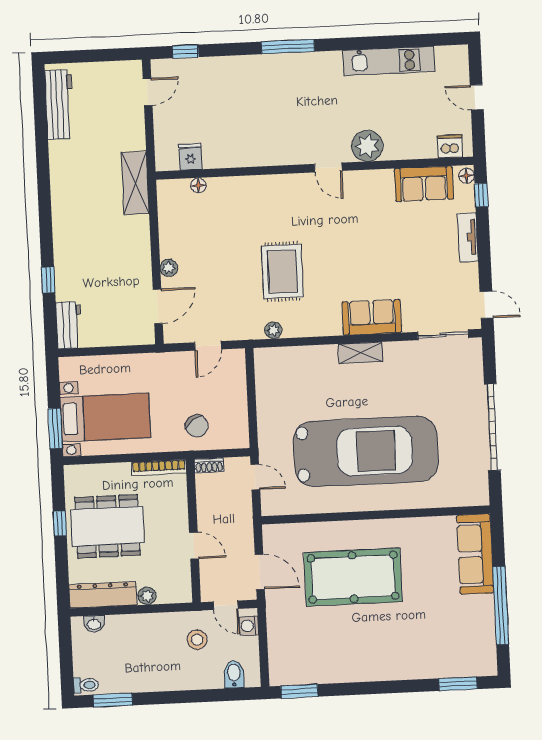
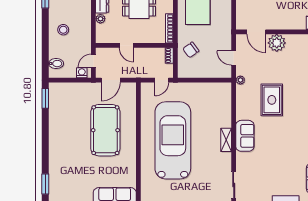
plant: (169, 268) -> (277, 43), width x1.87, depth x1.87
rug: (282, 272) -> (272, 100), turned 90
sofa: (372, 317) -> (245, 136), moved
plant: (273, 330) -> (240, 80), moved
car: (366, 451) -> (173, 140), turned 180
door: (194, 546) -> (126, 45), hinge flipped
stool: (197, 640) -> (63, 30), moved

